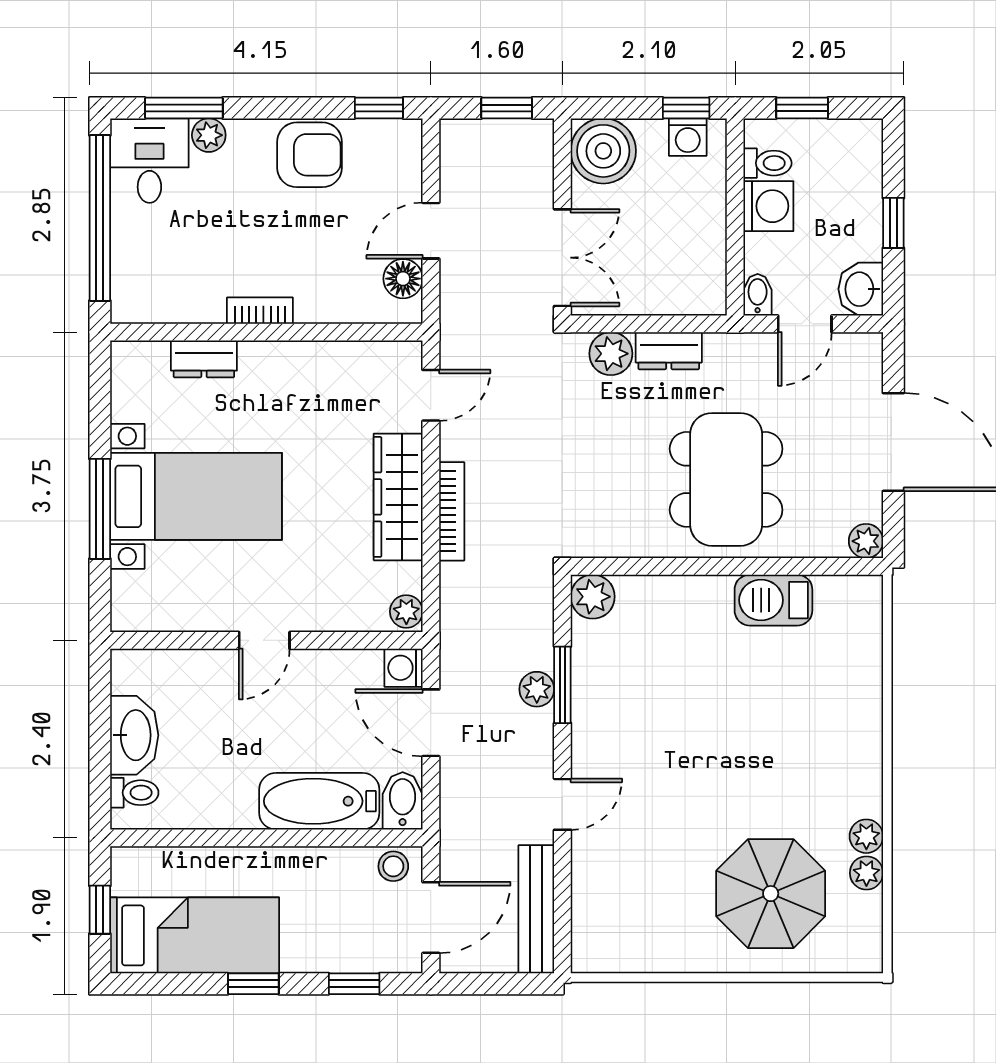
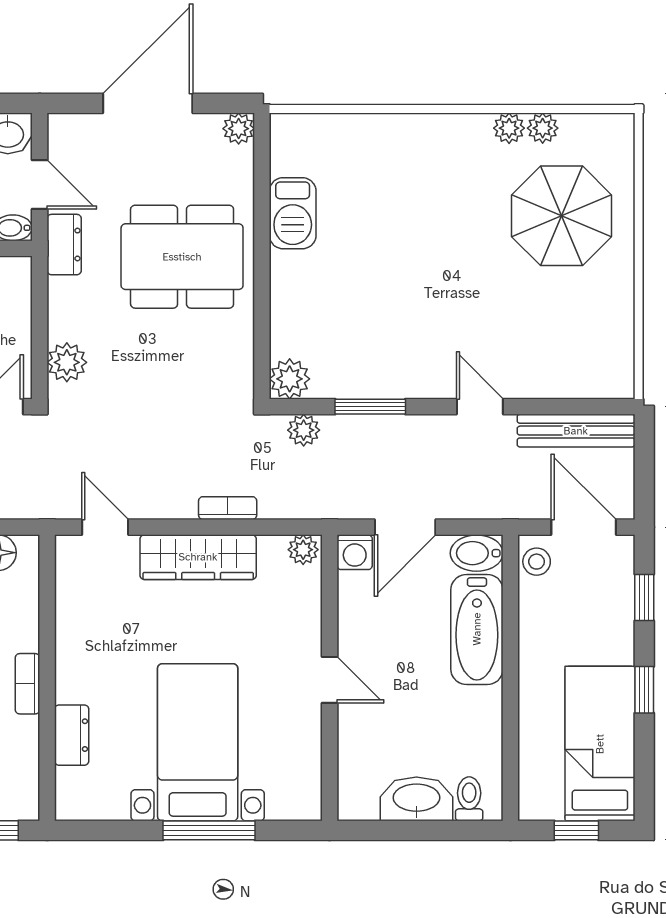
dresser: (669, 351) -> (64, 245), moved
bookcase: (452, 511) -> (228, 508), width x0.64
plant: (537, 689) -> (304, 430), moved

